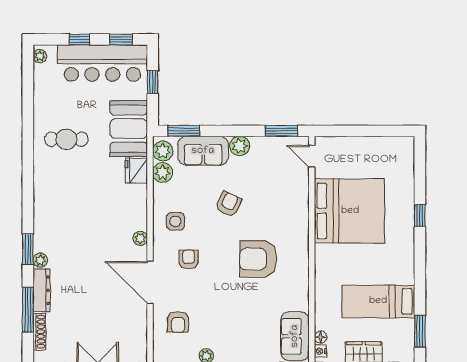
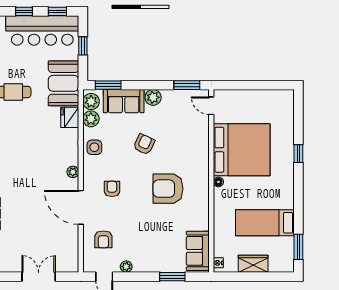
side table: (175, 221) -> (94, 147), moved
floor lamp: (321, 337) -> (218, 182), moved

